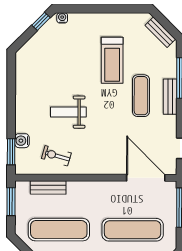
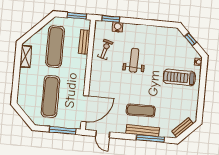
window: (41, 21) -> (191, 39), moved
treadmill: (112, 60) -> (179, 77), moved
bench: (170, 97) -> (143, 131), width x1.36

